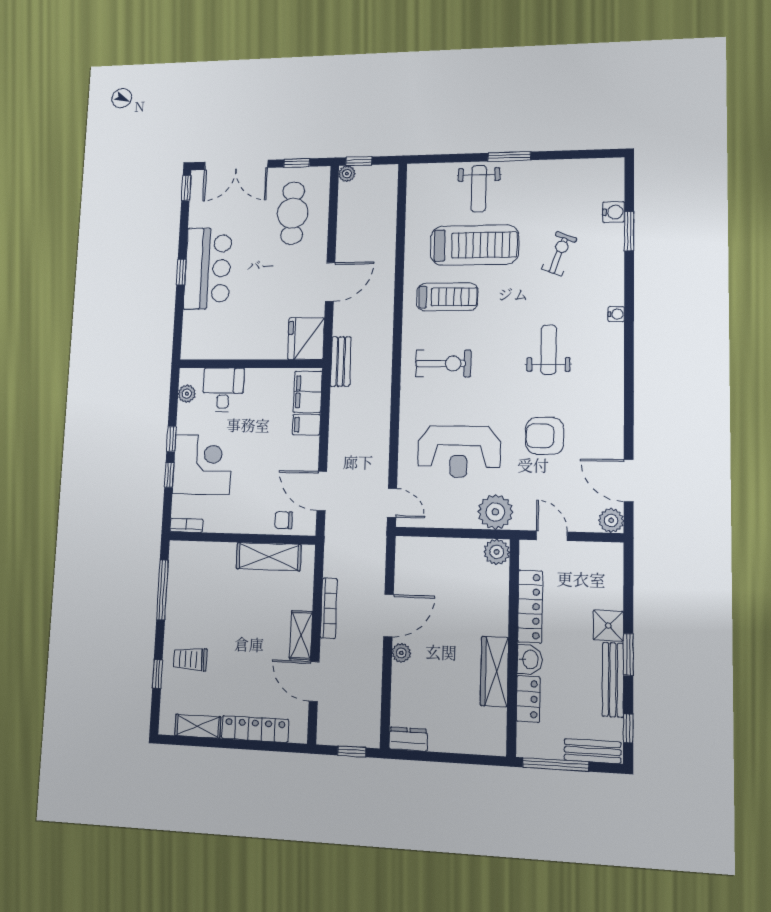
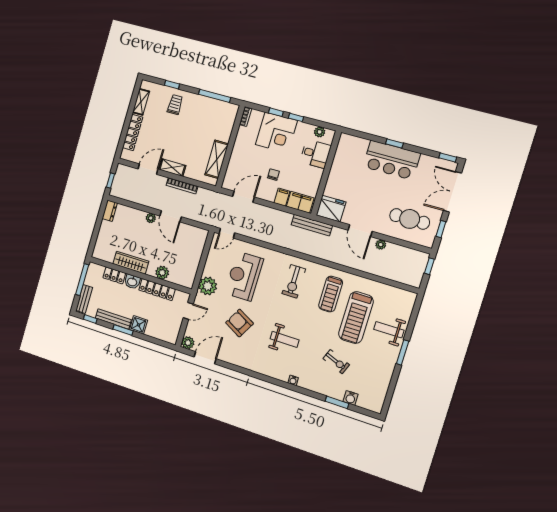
plant: (347, 174) -> (381, 245), moved
bench: (341, 361) -> (312, 225), width x1.36
armchair: (545, 436) -> (239, 323), turned -61
chair: (284, 520) -> (273, 175), moved
plant: (497, 552) -> (162, 273), moved

